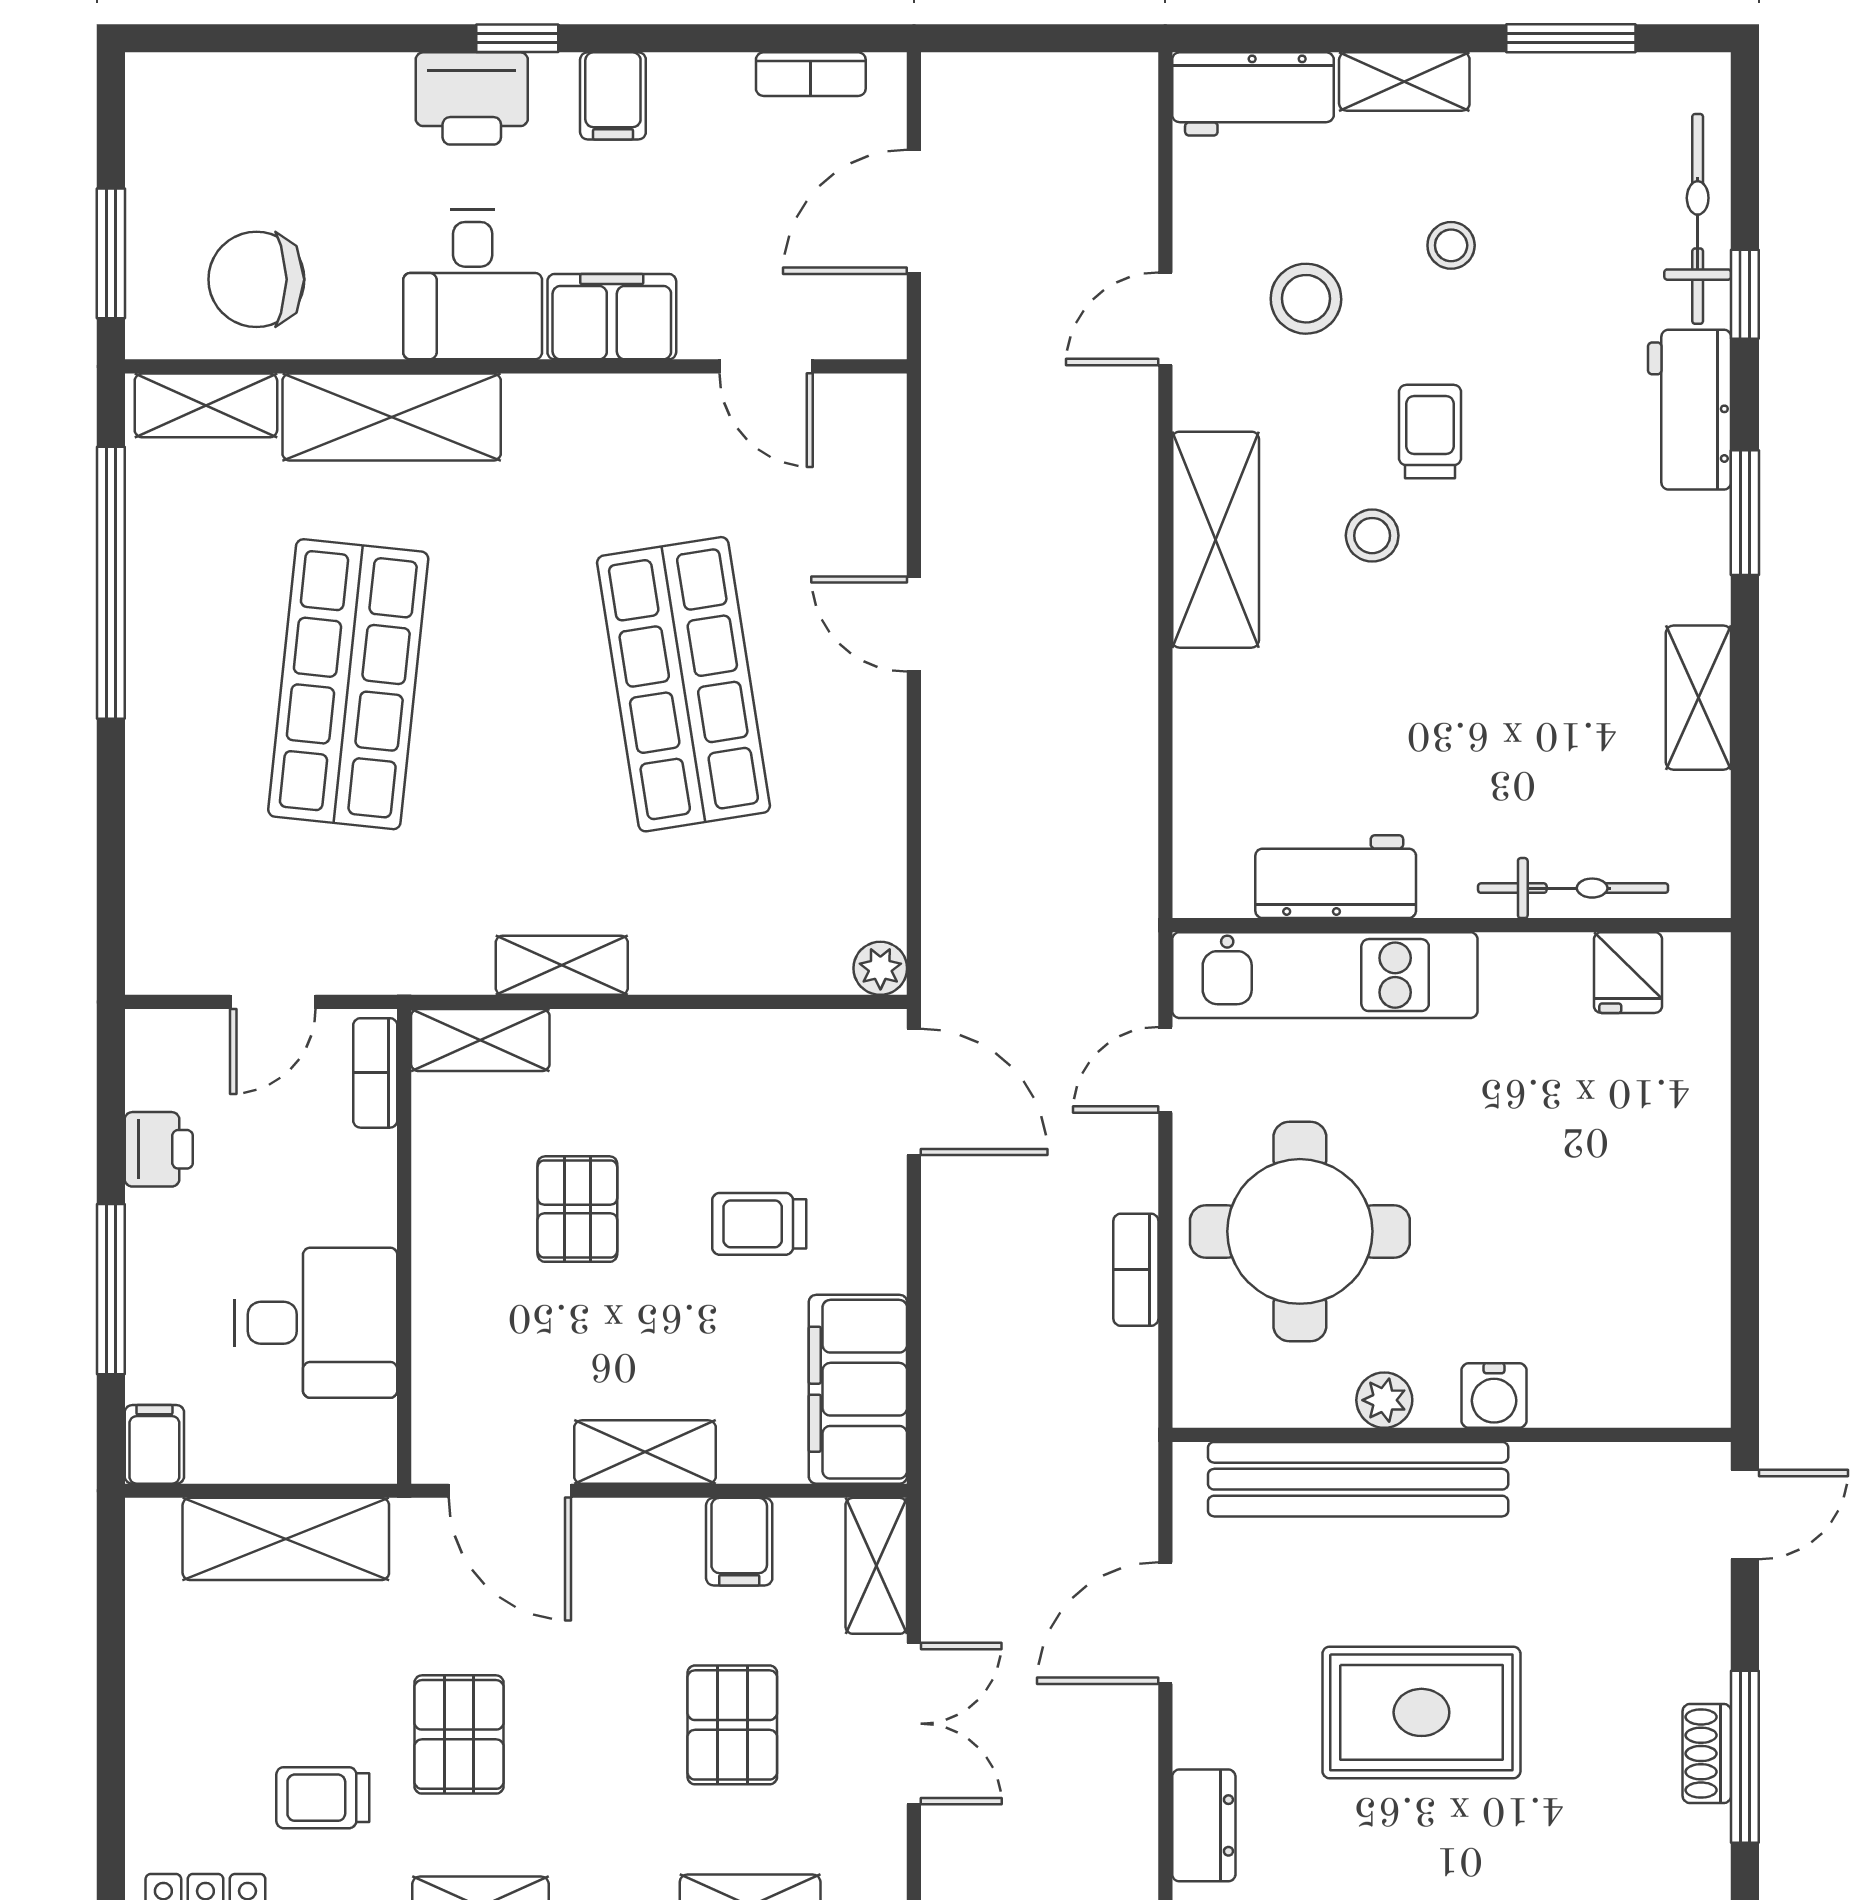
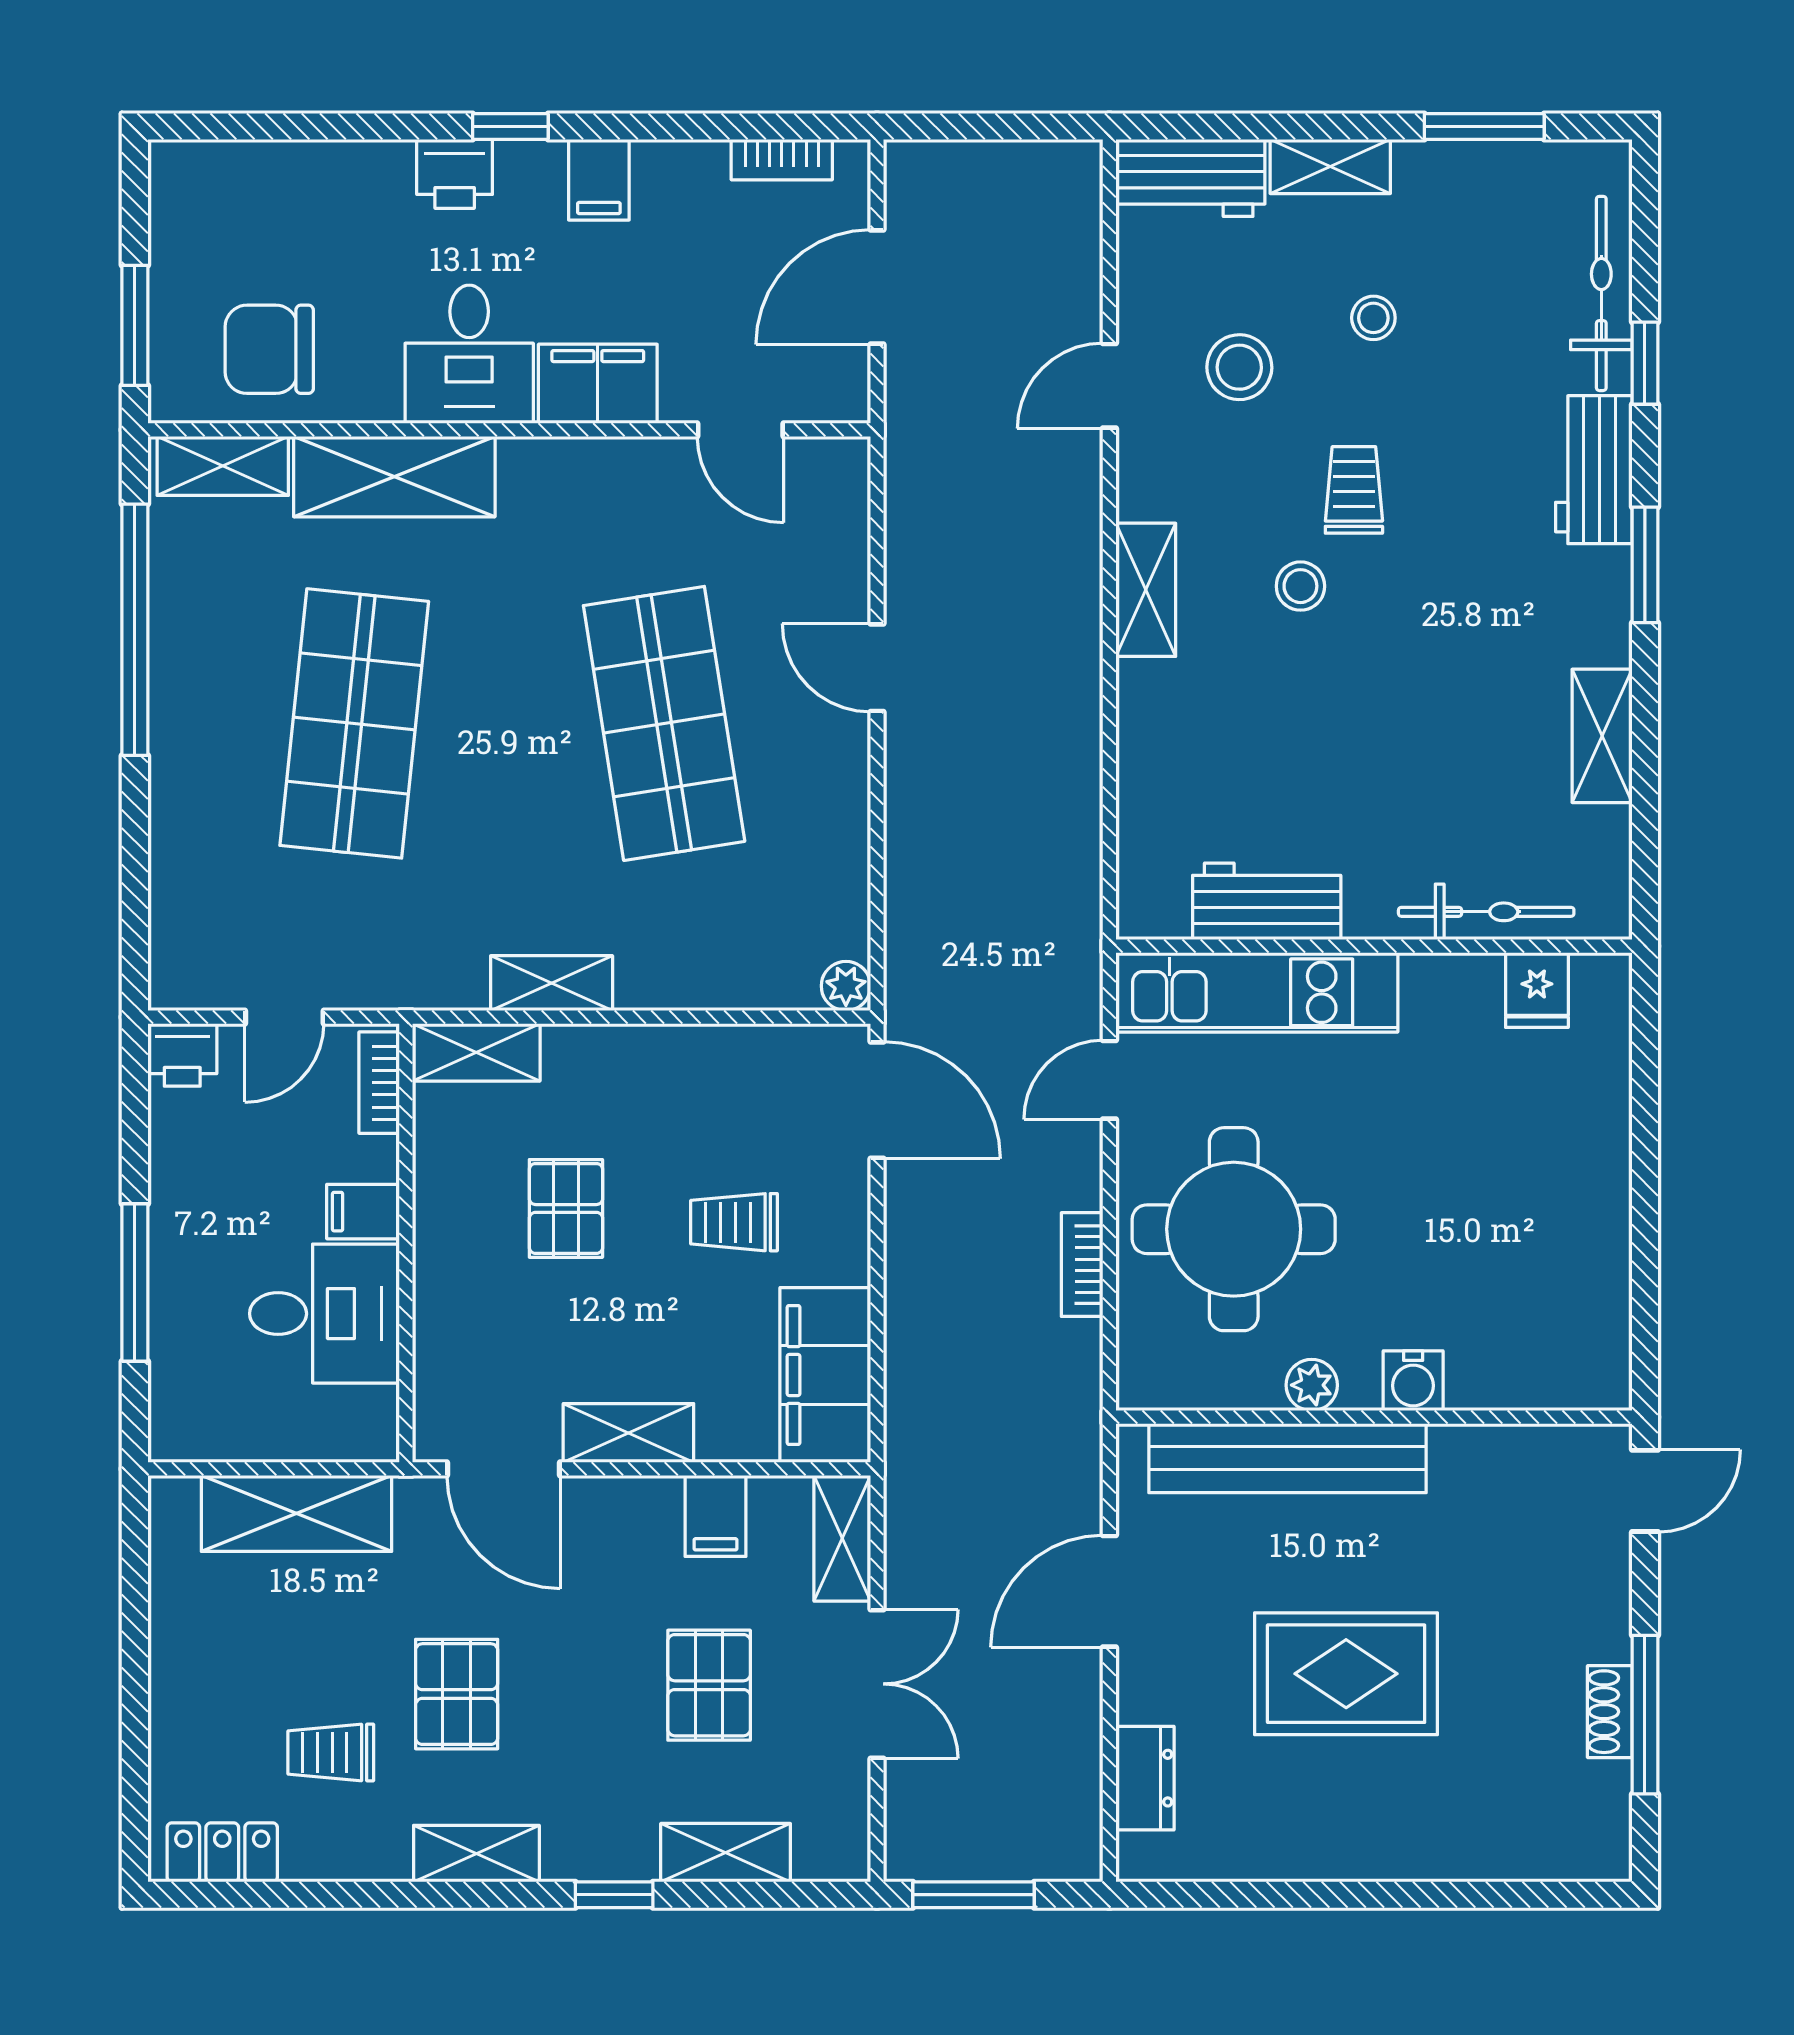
printer: (472, 98) -> (455, 174), width x0.73, depth x0.81
shelving: (1216, 540) -> (1146, 590), width x0.67, depth x0.75
printer: (159, 1149) -> (182, 1055), moved, turned 90
filing cabinet: (154, 1444) -> (363, 1212), moved, turned -90

